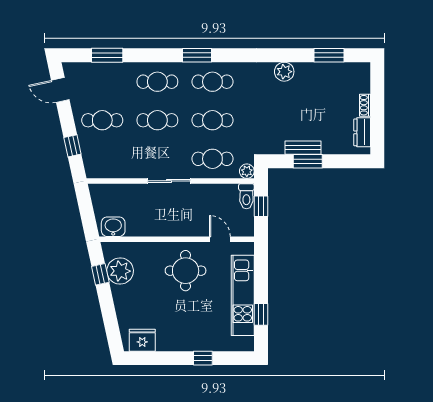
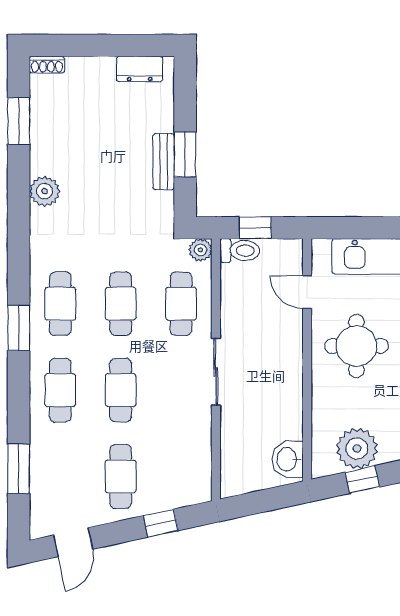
shoe rack: (365, 105) -> (47, 65), moved
door: (220, 239) -> (307, 292), hinge flipped

